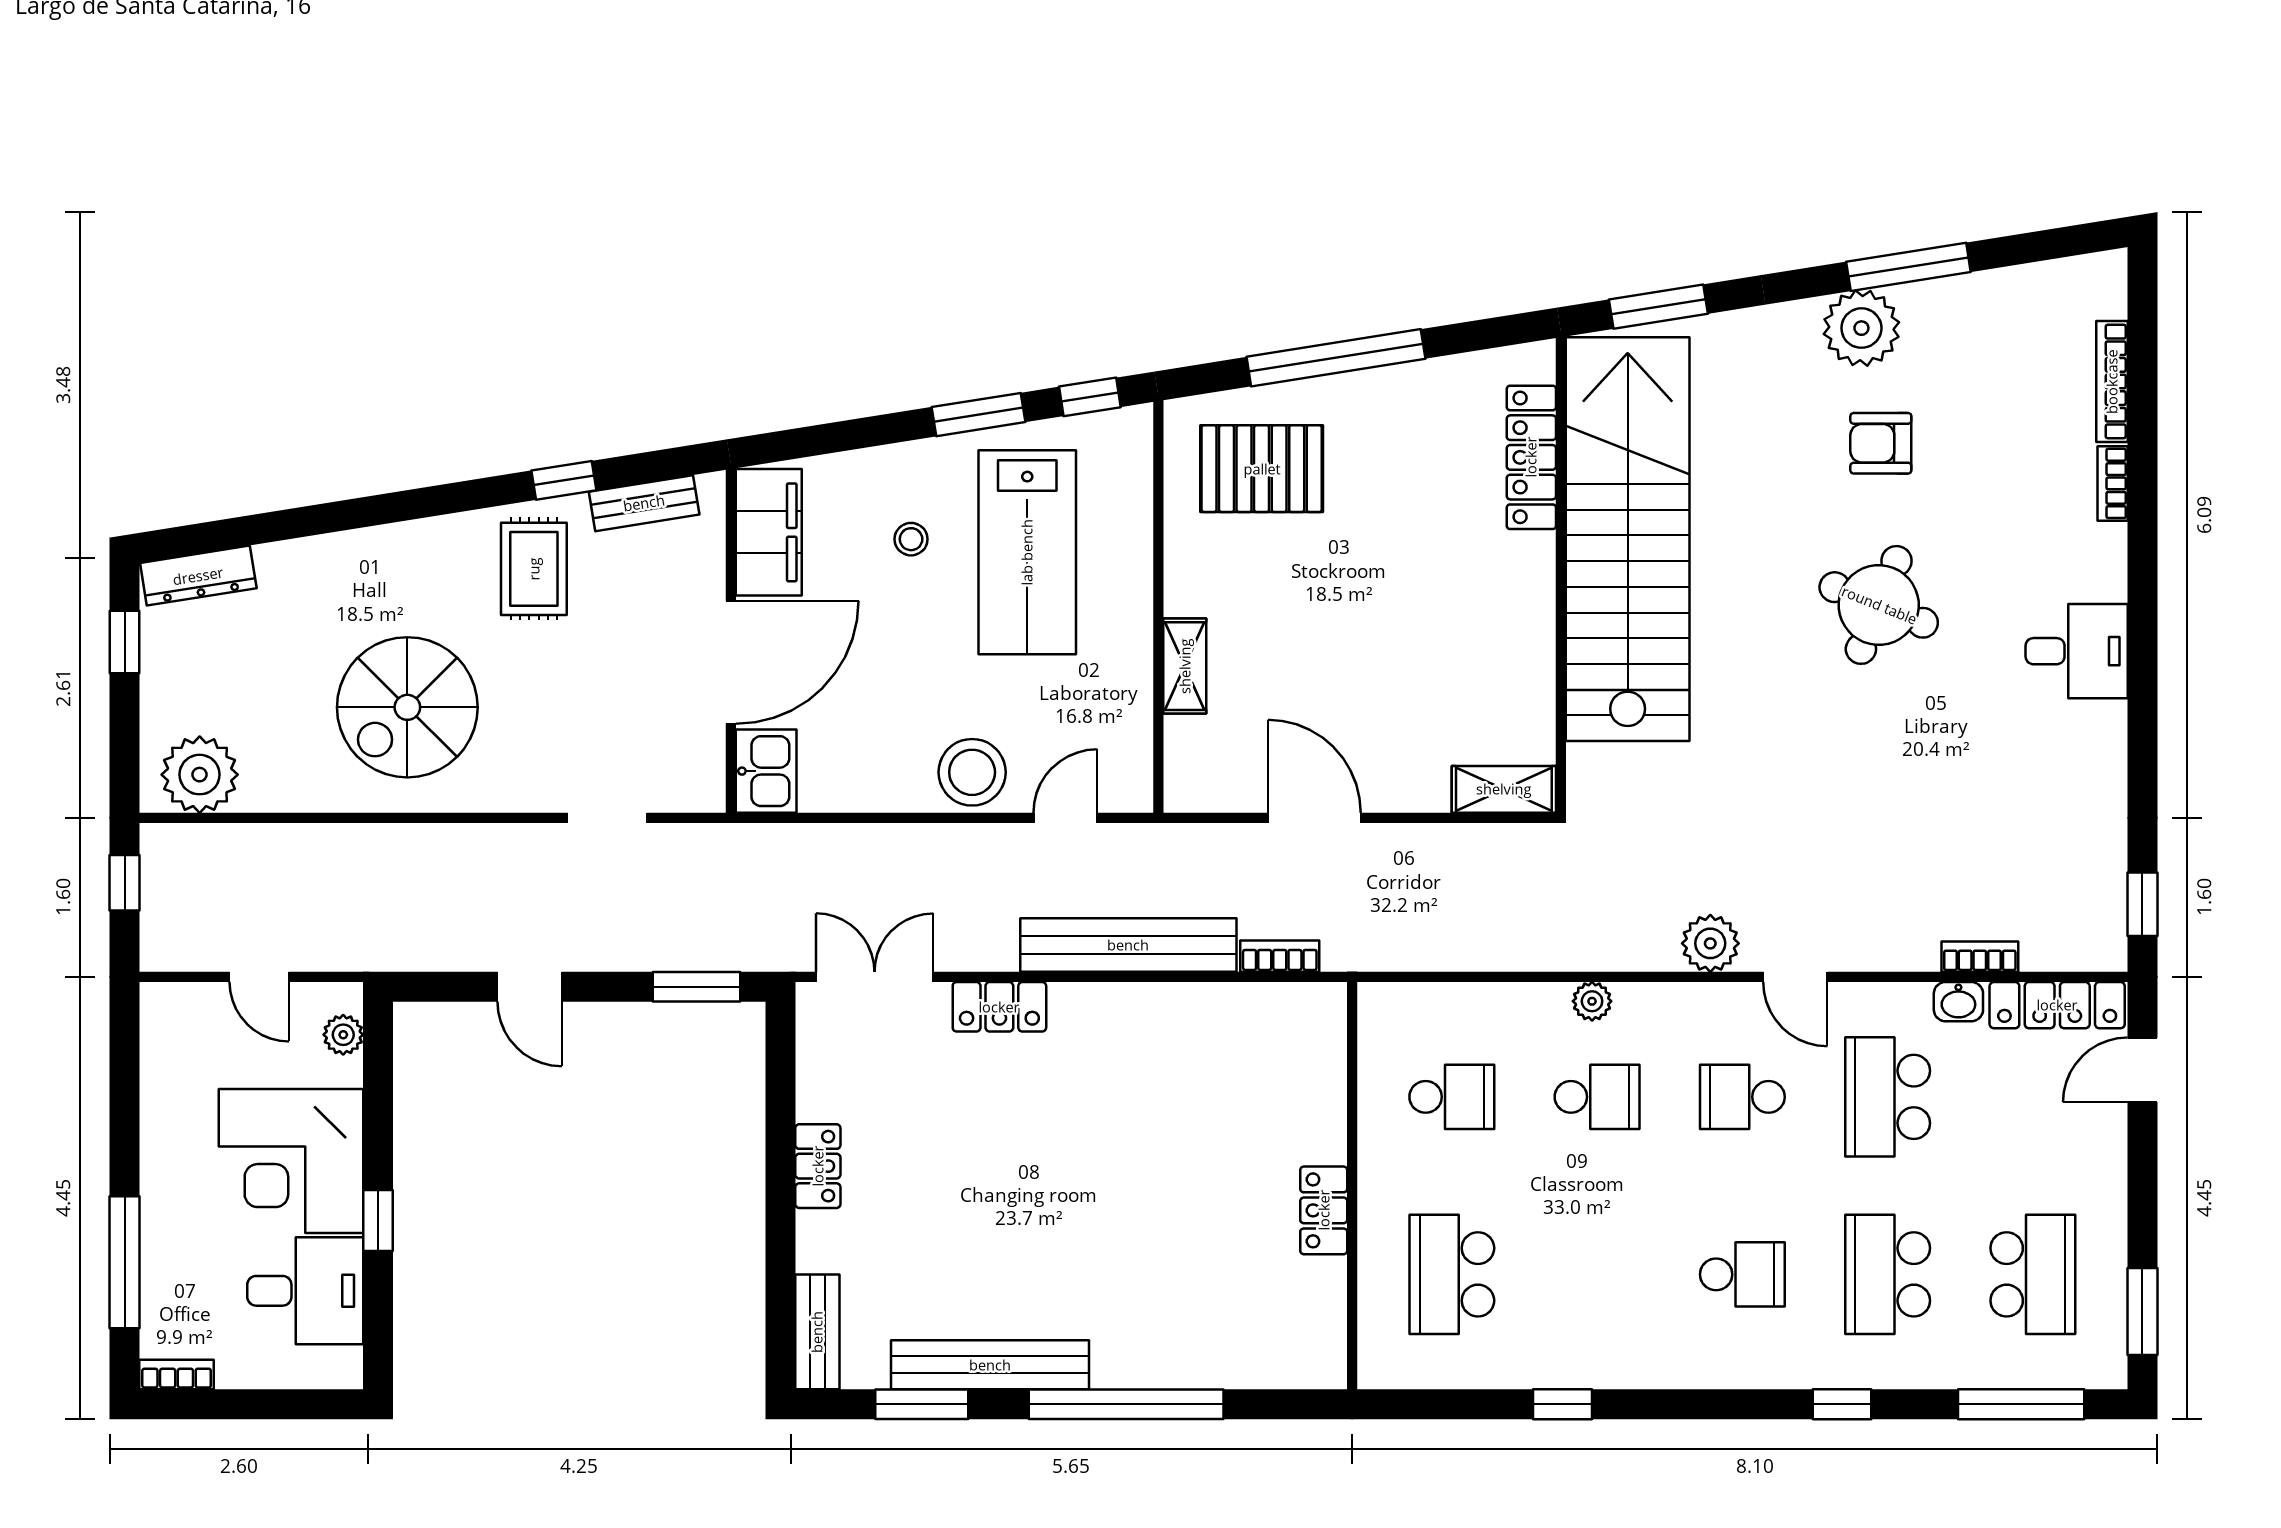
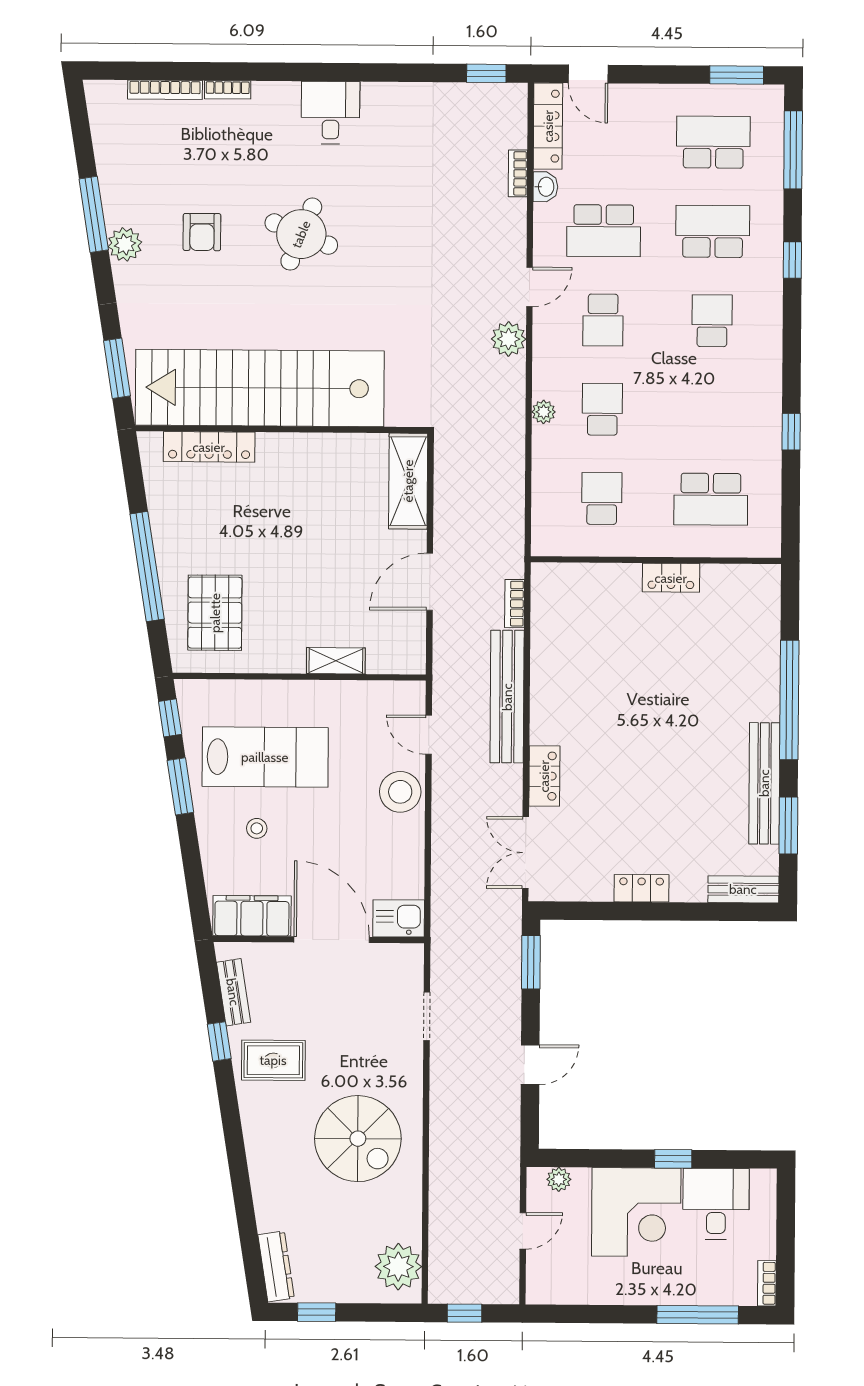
plant: (1861, 328) -> (125, 244), width x0.73, depth x0.73
shelving: (1504, 789) -> (408, 481), width x1.50, depth x1.33
school desk: (1888, 1274) -> (713, 231), turned 180

